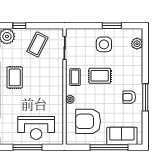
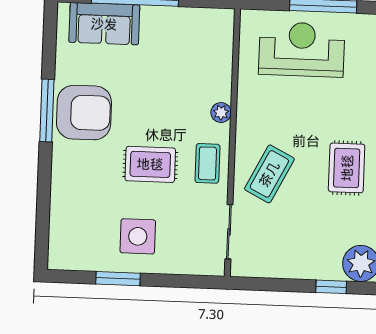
coffee table: (37, 44) -> (269, 174), moved
plant: (137, 44) -> (61, 235), removed
armchair: (129, 97) -> (84, 113), width x1.88, depth x1.88
armchair: (88, 121) -> (181, 60), removed

